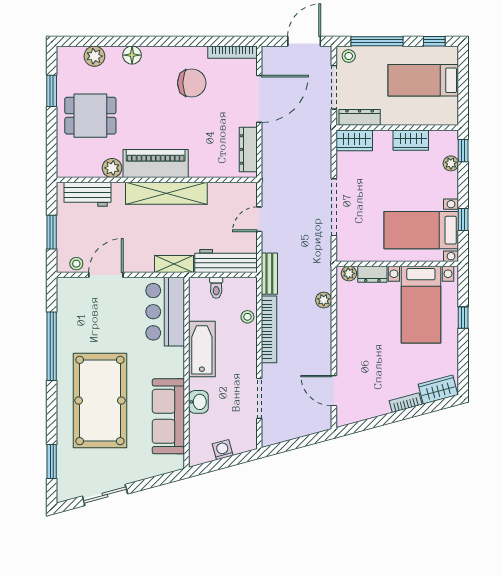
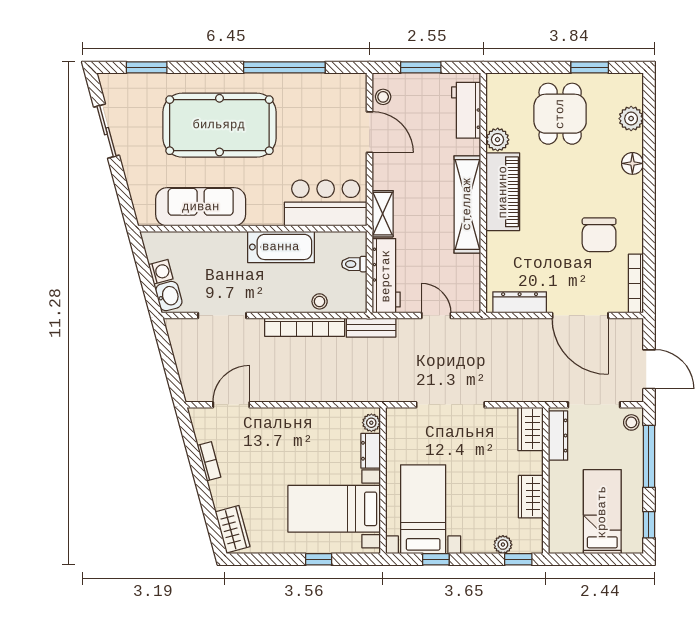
plant: (324, 300) -> (340, 393), removed
washbasin: (198, 402) -> (169, 296), moved, turned -105
bookcase: (406, 403) -> (209, 461), moved

